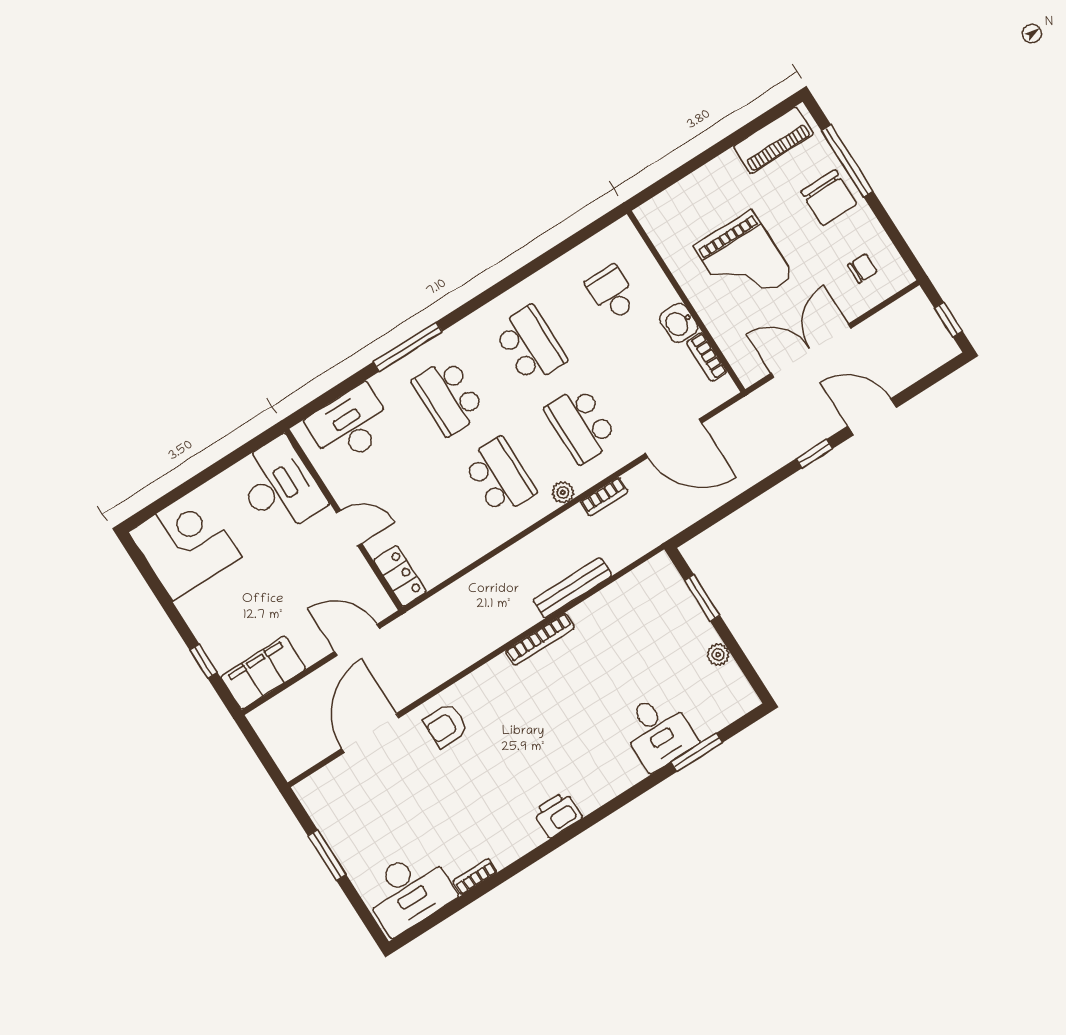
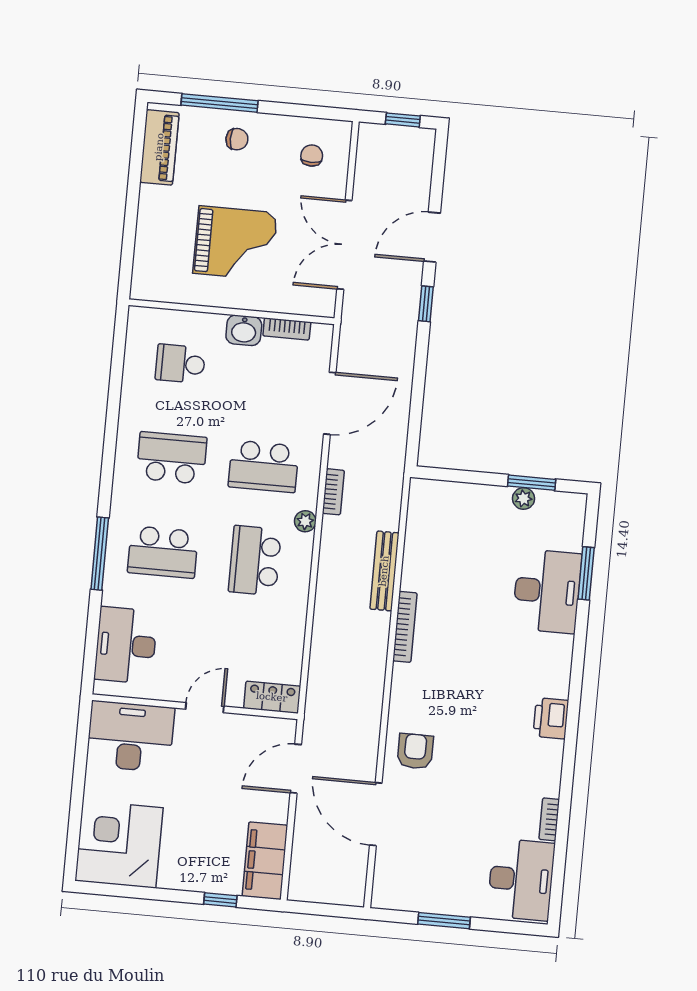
chair: (829, 198) -> (237, 139), width x0.54, depth x0.54
school desk: (499, 476) -> (255, 561), turned -90
window: (702, 598) -> (532, 483), moved
armchair: (446, 726) -> (415, 751), turned 180
desk: (658, 732) -> (547, 591), width x1.37

